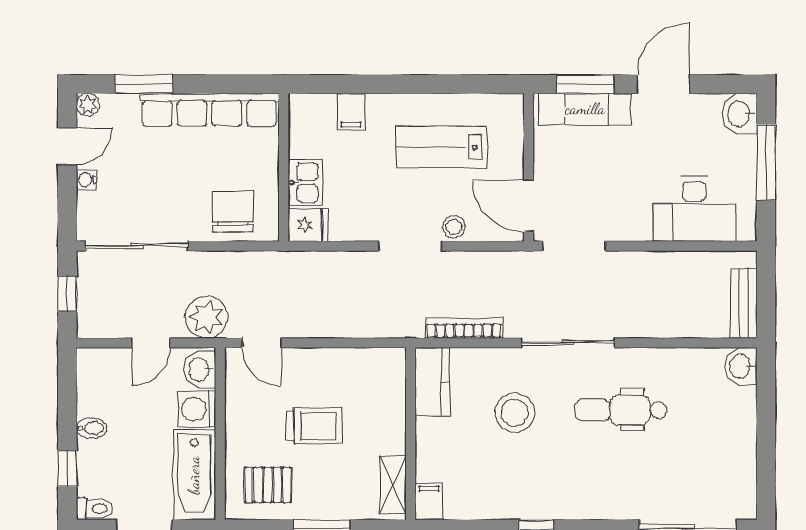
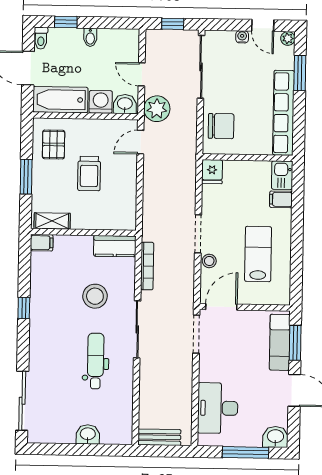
kitchen sink: (305, 183) -> (282, 175), moved, turned 90
washbasin: (741, 366) -> (88, 434), moved

